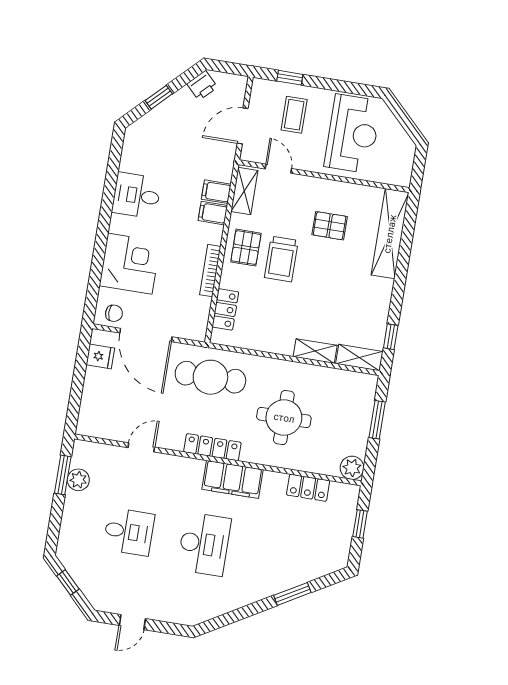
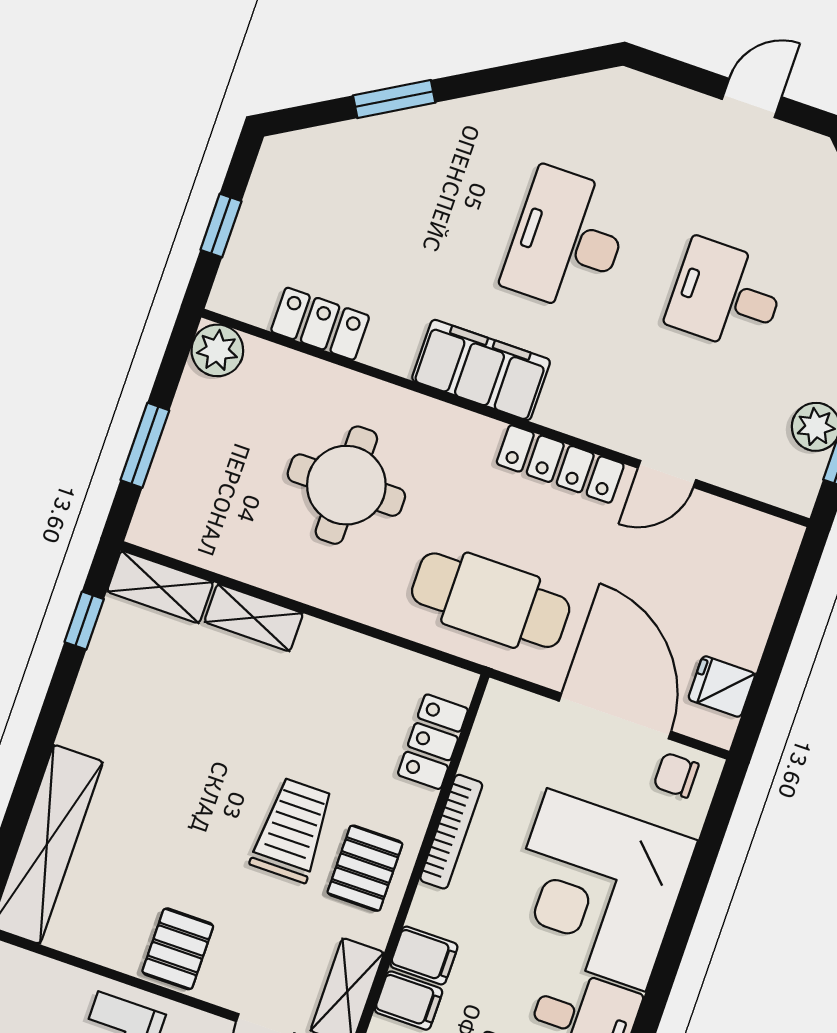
pallet: (330, 226) -> (178, 949), moved, turned 90
corner desk: (130, 264) -> (596, 890), width x1.36, depth x1.36
locker: (212, 447) -> (560, 464), moved

